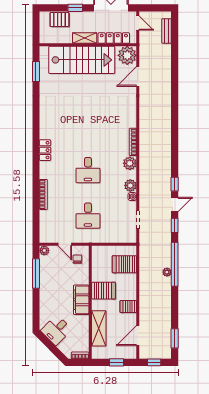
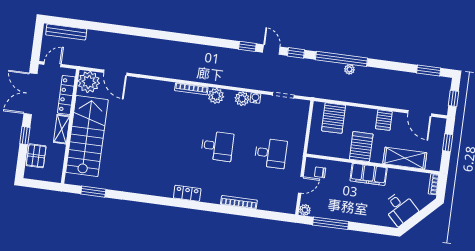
bench: (166, 31) -> (66, 32), width x1.36

